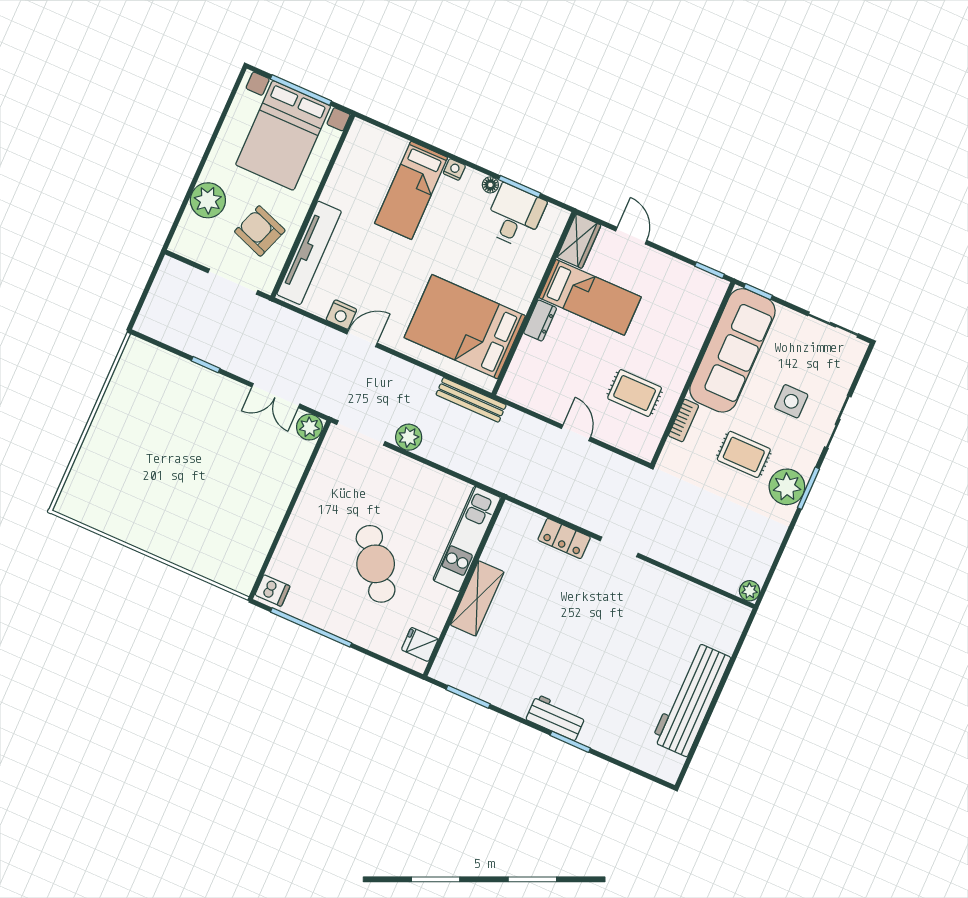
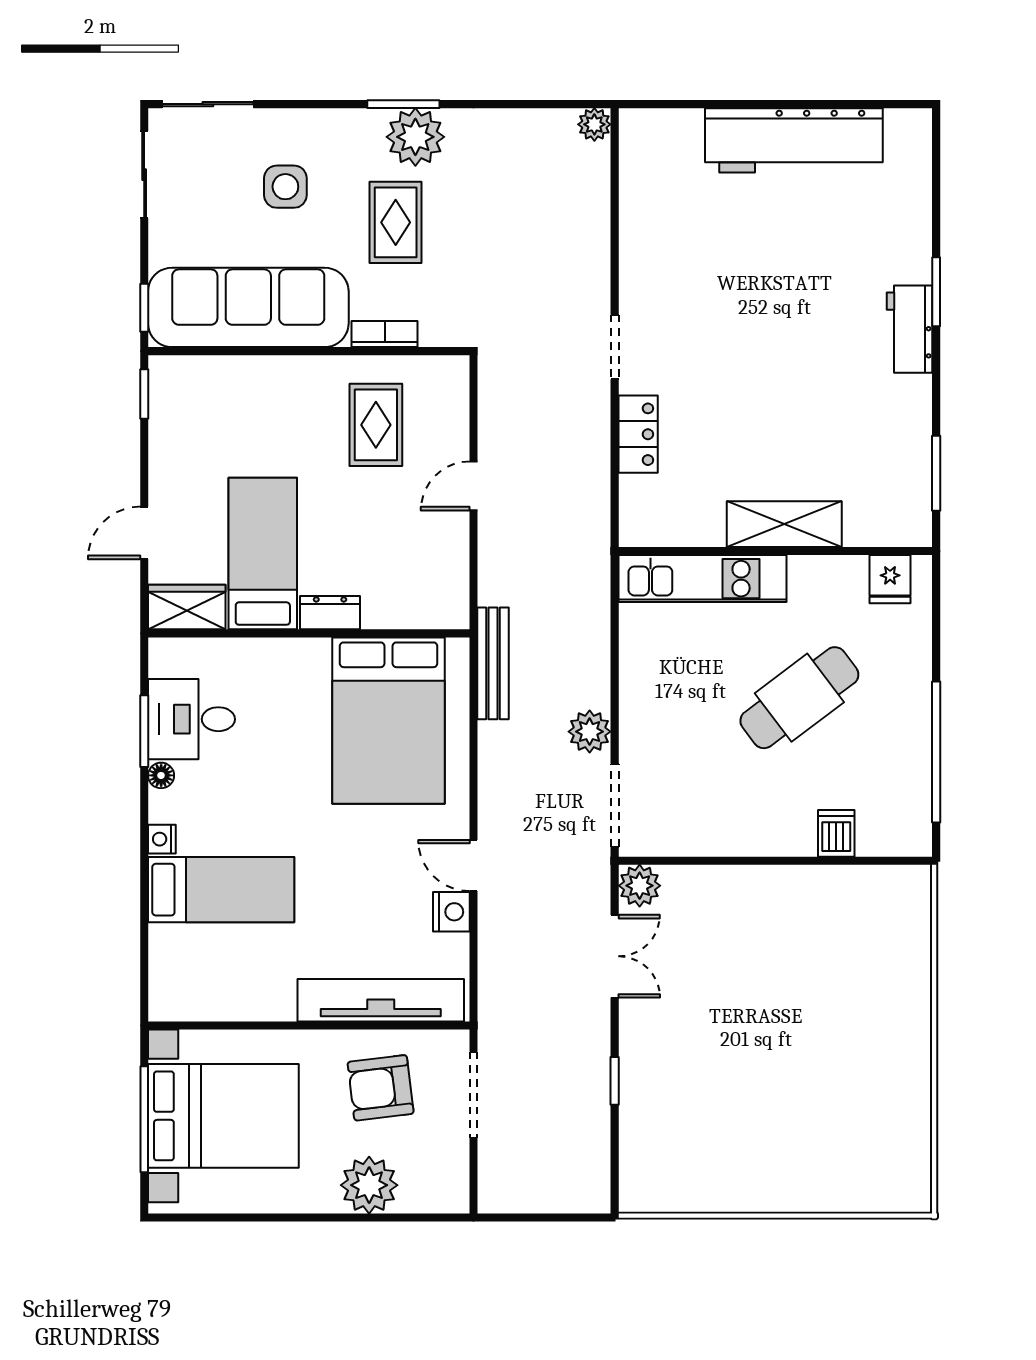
armchair: (260, 231) -> (381, 1088), turned 63
sliding door: (838, 422) -> (208, 104), moved
dishwasher: (273, 590) -> (836, 833), moved

